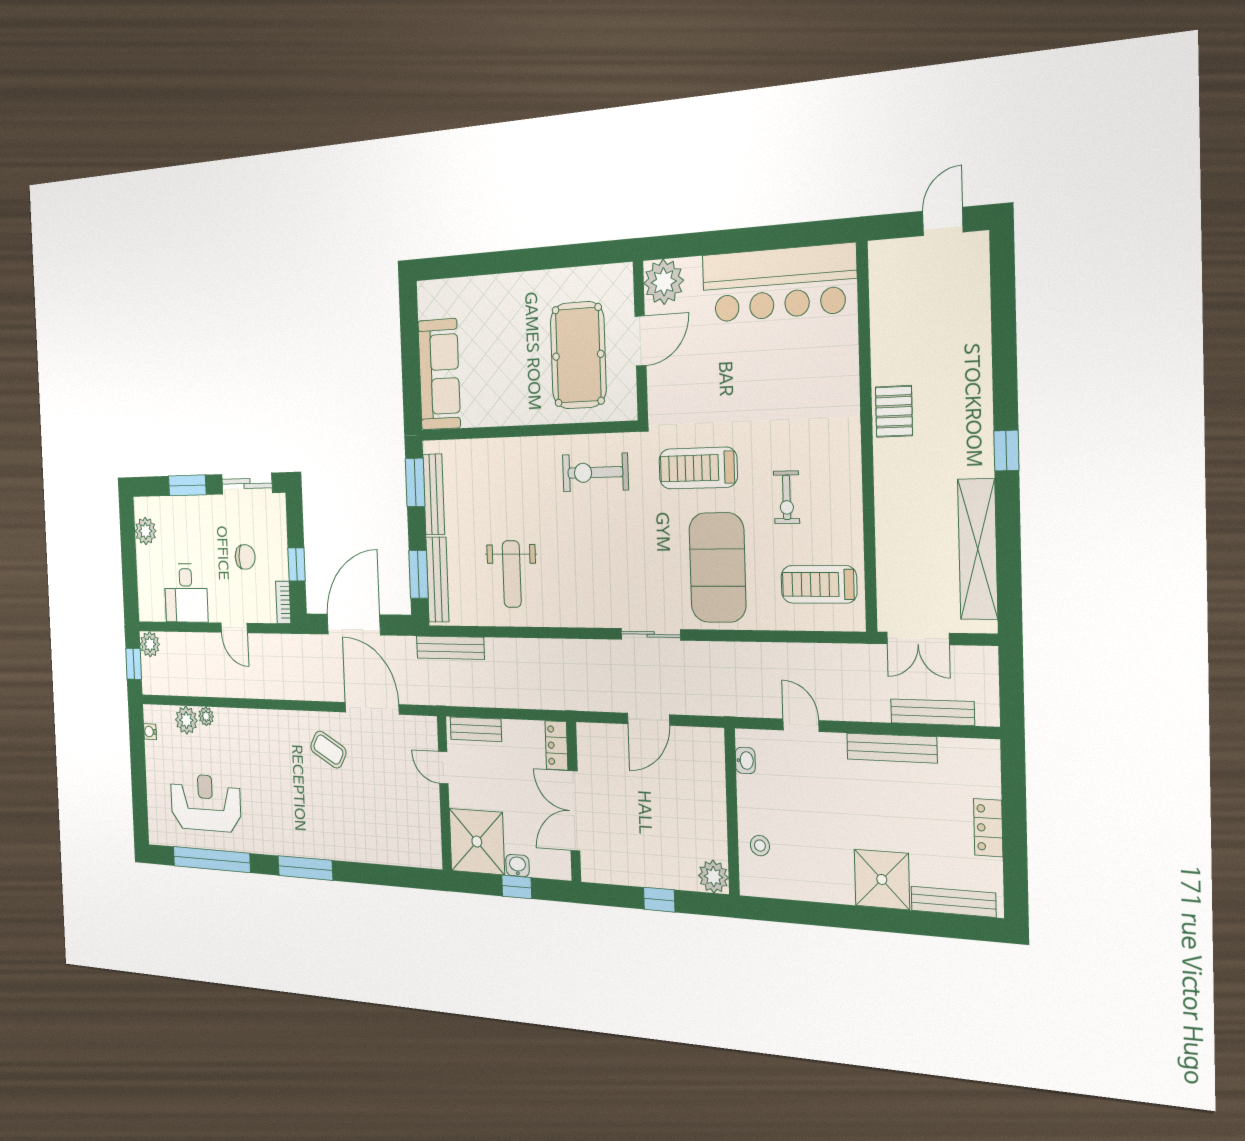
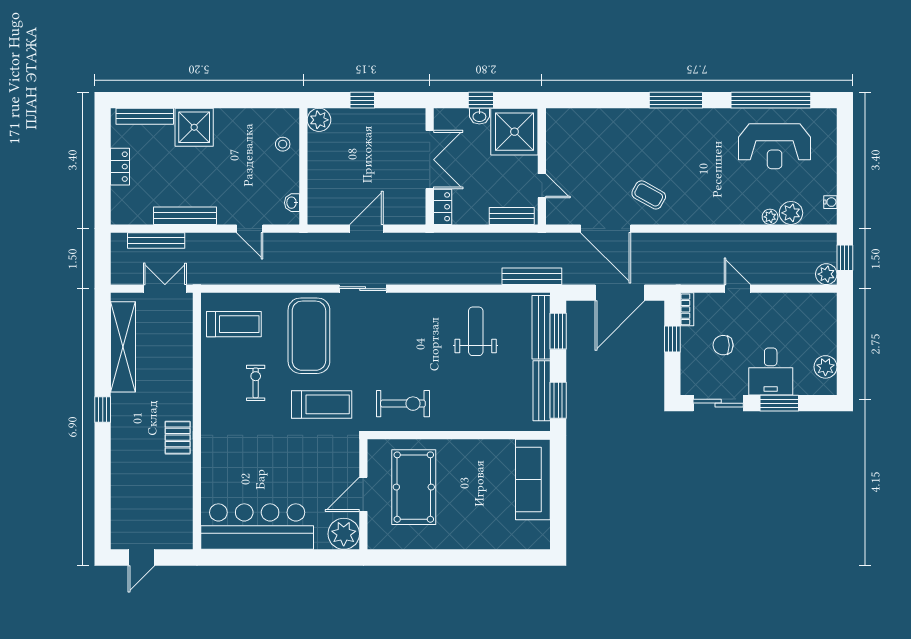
desk: (186, 593) -> (771, 371), moved, turned 180

